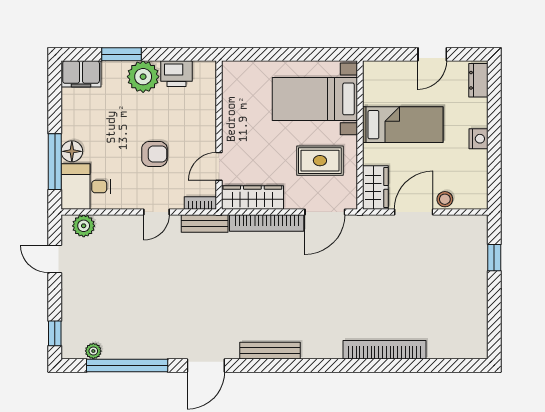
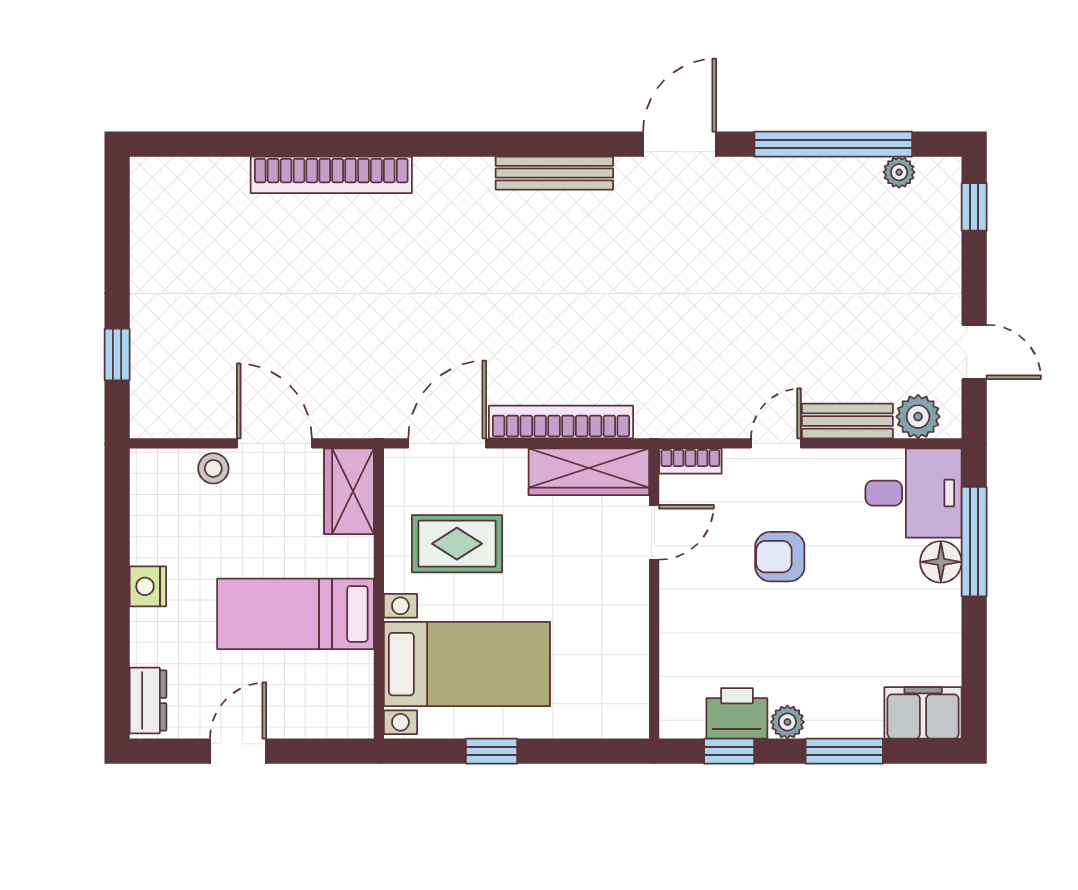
window: (180, 54) -> (729, 751), added
window: (302, 54) -> (492, 751), added
plant: (143, 77) -> (787, 722), width x0.53, depth x0.53
door: (414, 212) -> (274, 443), swing flipped
bench: (205, 223) -> (847, 421), moved

